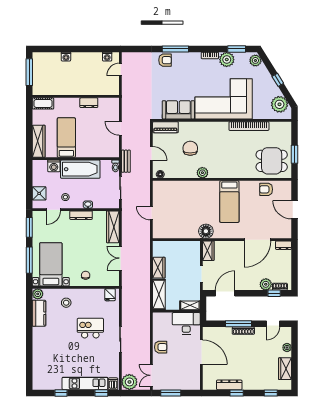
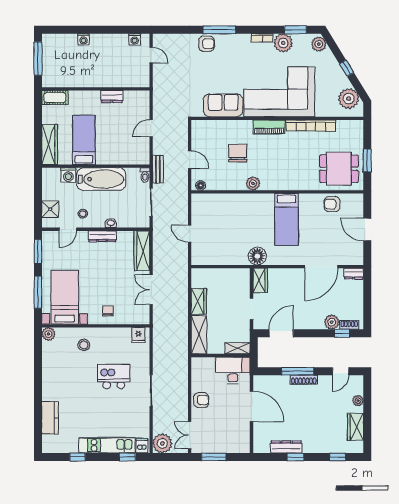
door: (120, 69) -> (151, 55), swing flipped
piano: (165, 127) -> (269, 127), moved
door: (120, 128) -> (151, 128), hinge flipped
kitchen counter: (39, 313) -> (50, 418), moved

